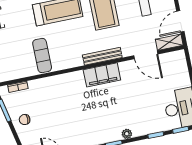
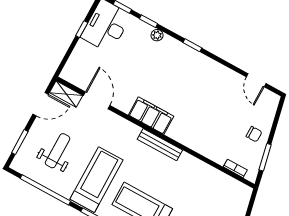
exercise mat: (42, 55) -> (190, 178), removed
bench: (102, 56) -> (160, 145), moved
plant: (127, 134) -> (157, 35), moved

